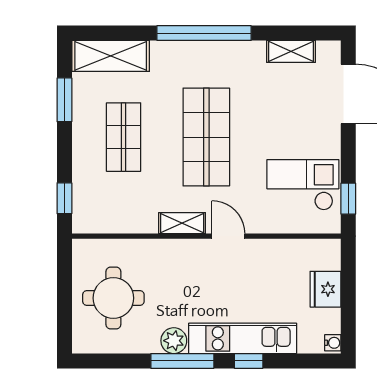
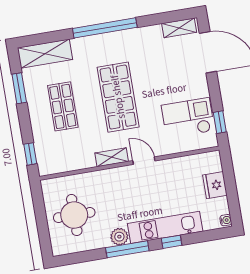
shelving: (291, 51) -> (179, 28), moved

